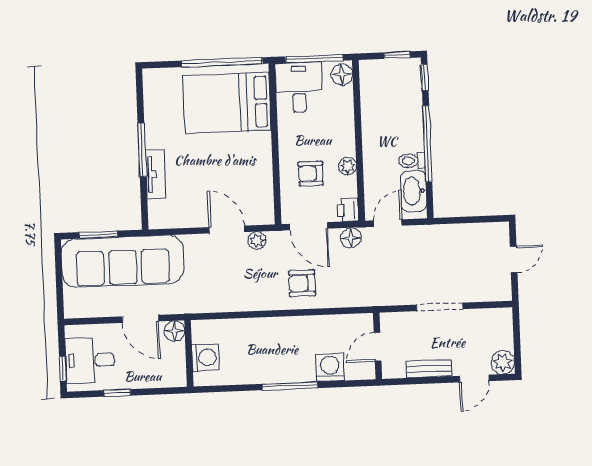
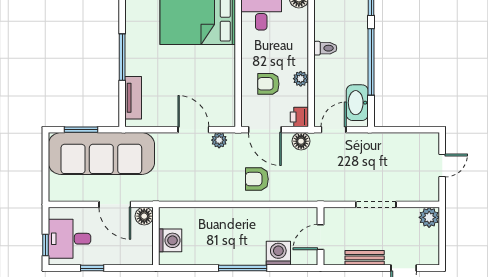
toilet: (412, 161) -> (325, 48), moved, turned 180
tv unit: (156, 174) -> (133, 98), moved
plant: (503, 362) -> (429, 217), moved

